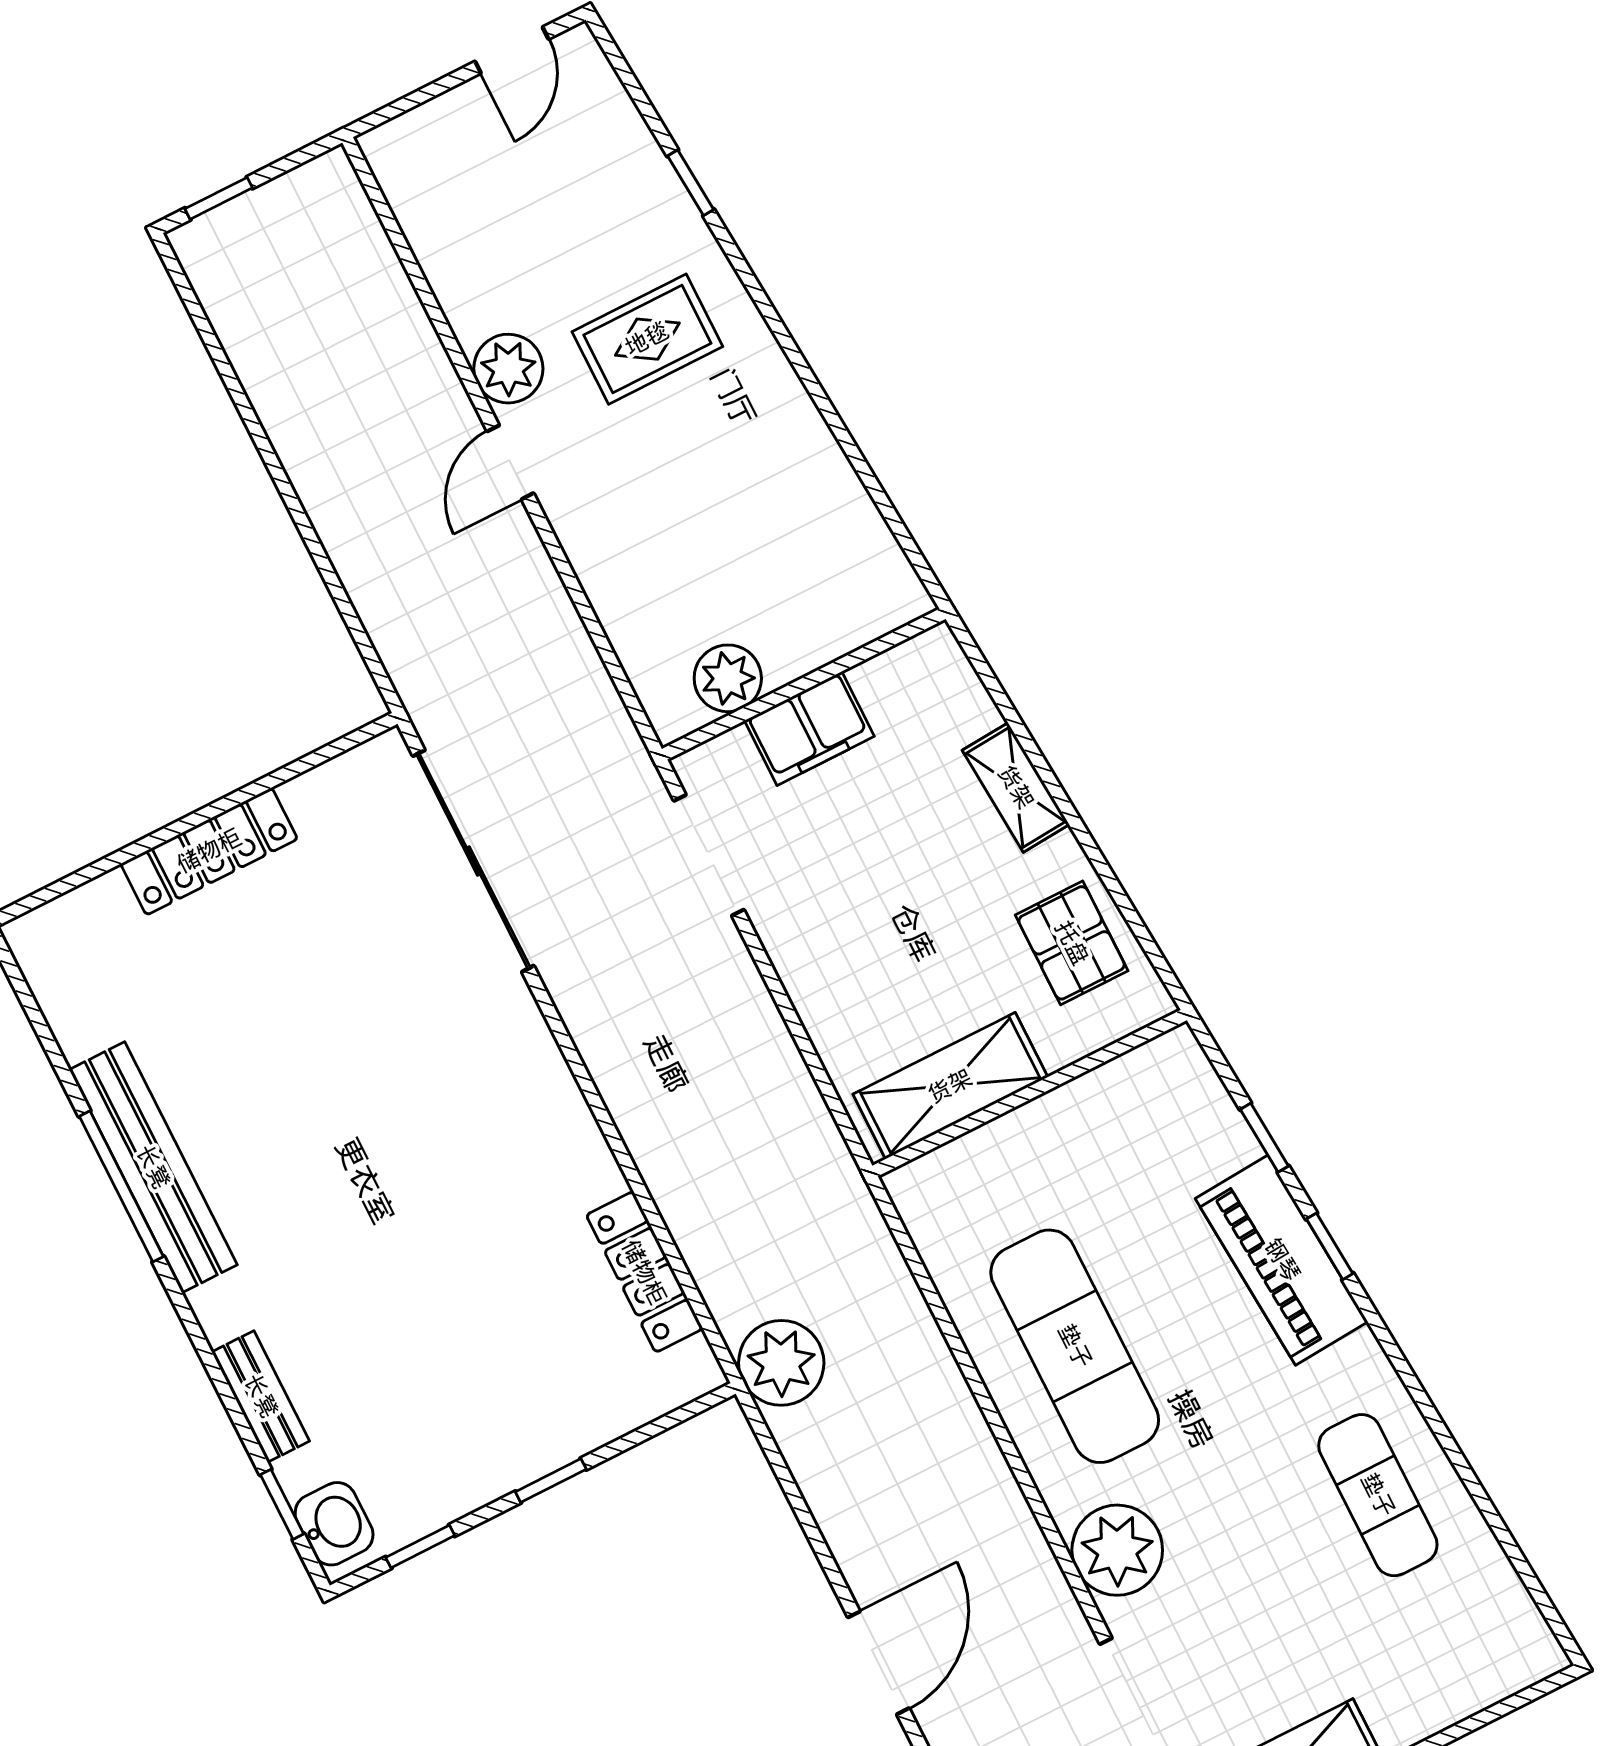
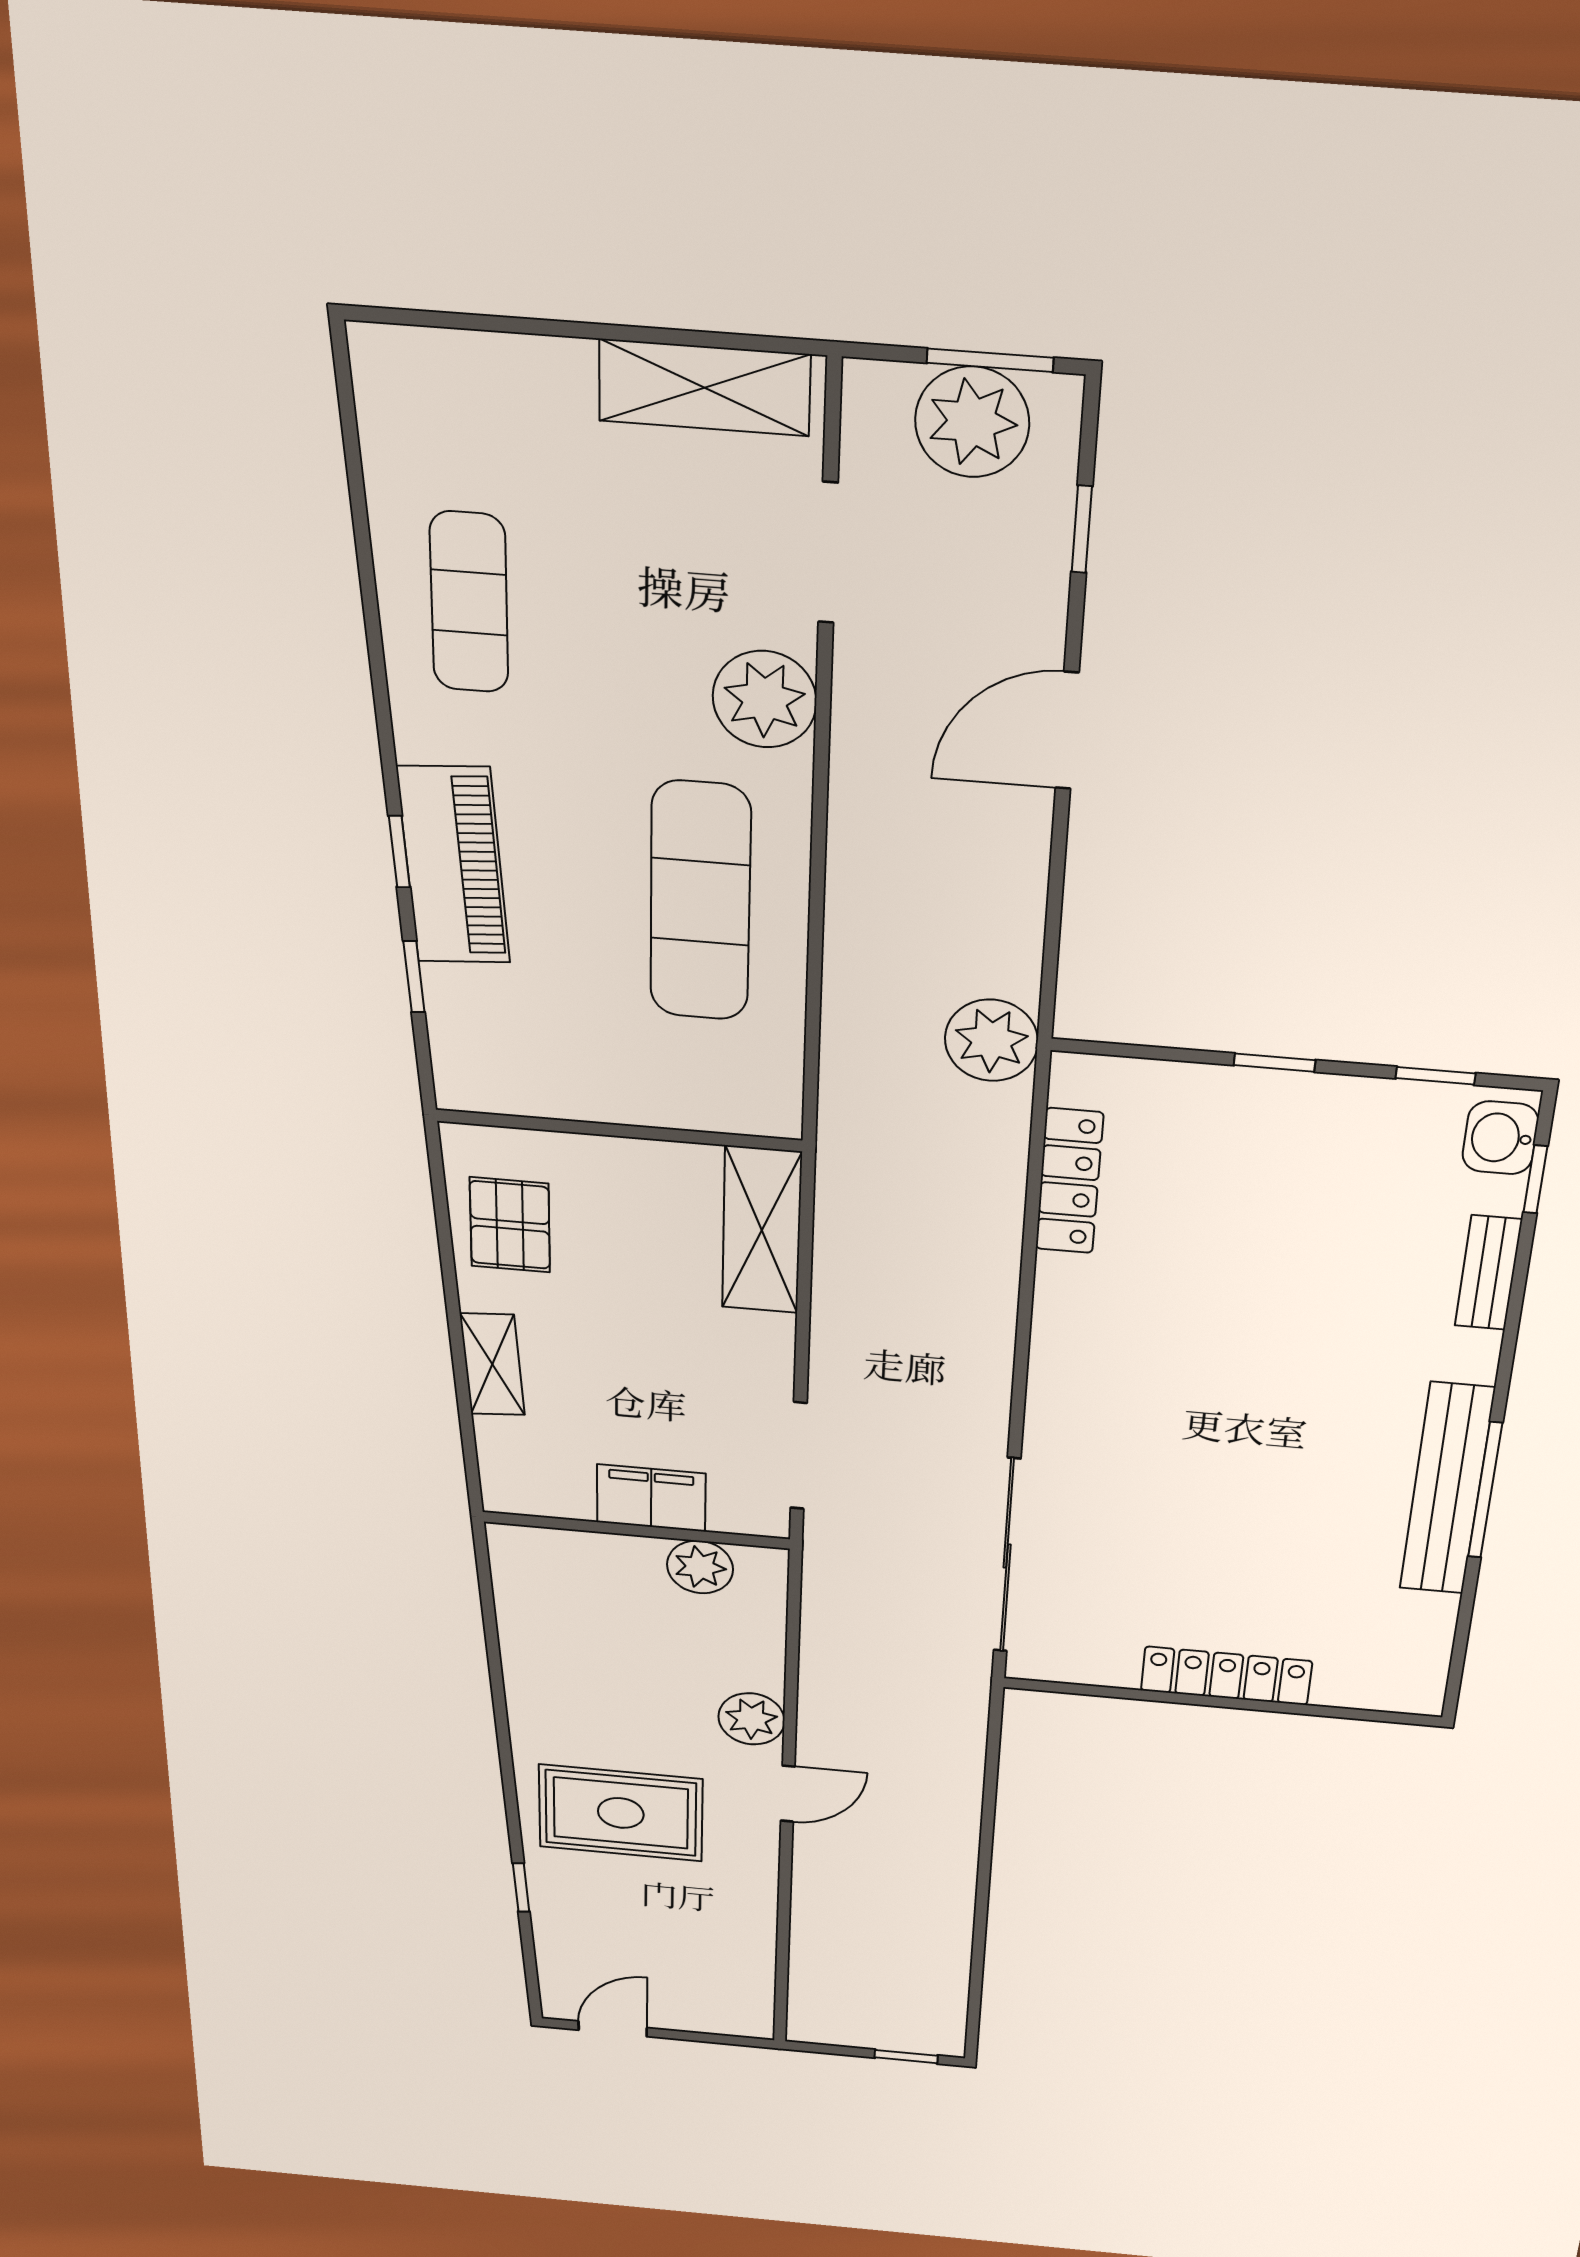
rug: (647, 339) -> (621, 1813), width x1.36, depth x1.43
plant: (508, 369) -> (751, 1719), moved
shelving: (950, 1086) -> (762, 1230), moved, turned 90

